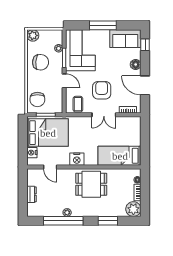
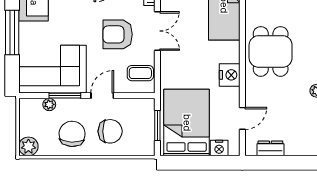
chair: (37, 99) -> (110, 131), moved
dresser: (32, 194) -> (270, 148), moved

